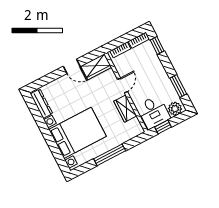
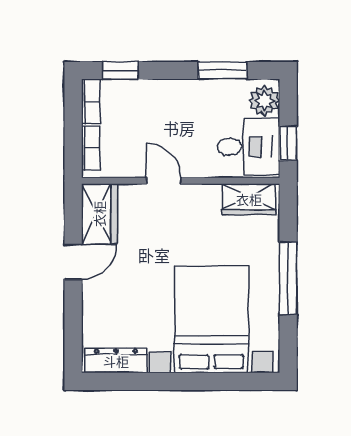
wardrobe: (125, 109) -> (249, 199), moved

